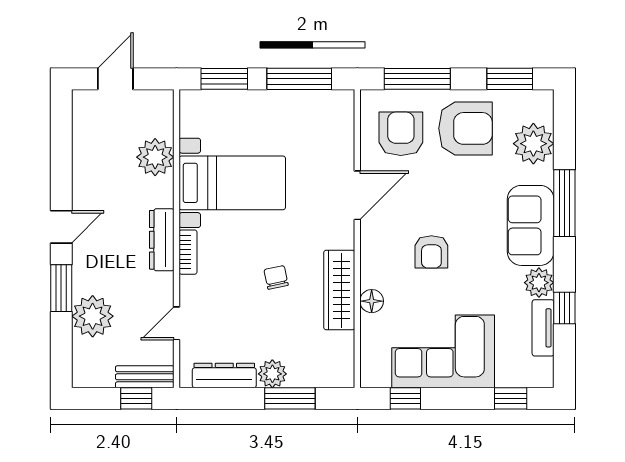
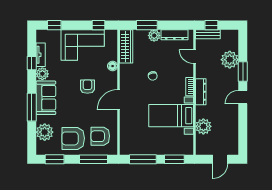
armchair: (401, 134) -> (100, 136), turned 90
door: (357, 195) -> (119, 100), moved
wardrobe: (339, 290) -> (126, 46), moved
door: (177, 323) -> (194, 57), swing flipped

